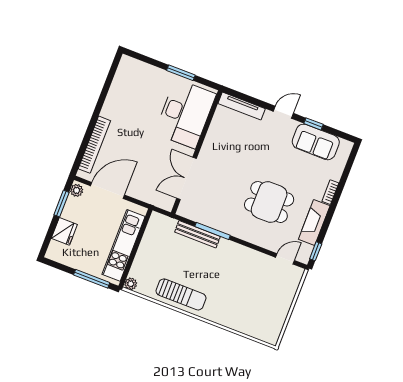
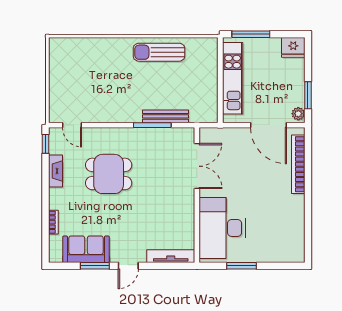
window: (314, 124) -> (95, 266), width x1.50
door: (108, 190) -> (268, 125), hinge flipped
bookcase: (330, 192) -> (53, 222), moved
fireplace: (314, 223) -> (55, 171), width x0.73, depth x0.76
fridge: (64, 231) -> (293, 47), moved, turned -90
door: (285, 259) -> (72, 125), hinge flipped
plant: (131, 284) -> (211, 44), removed

